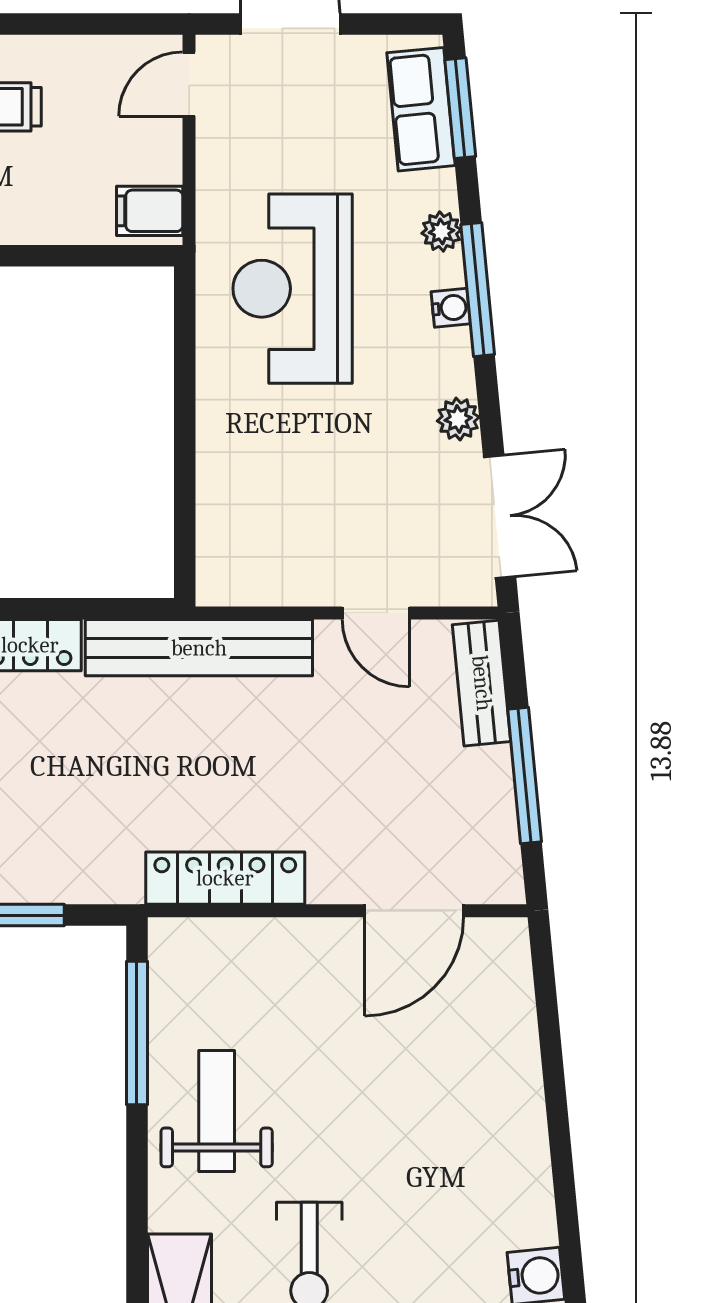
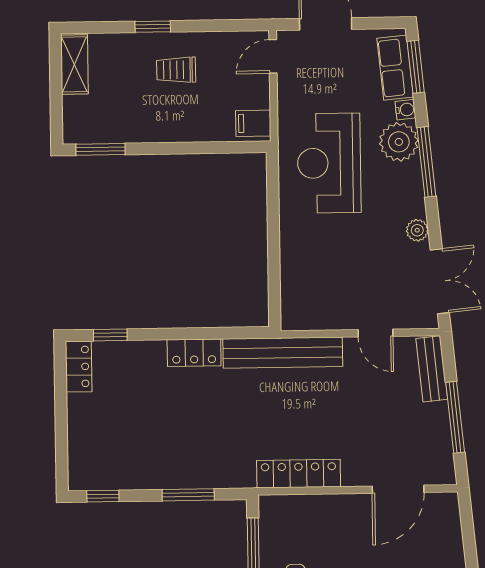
plant: (441, 232) -> (399, 142), width x1.88, depth x1.88
water cooler: (451, 308) -> (405, 110), moved

